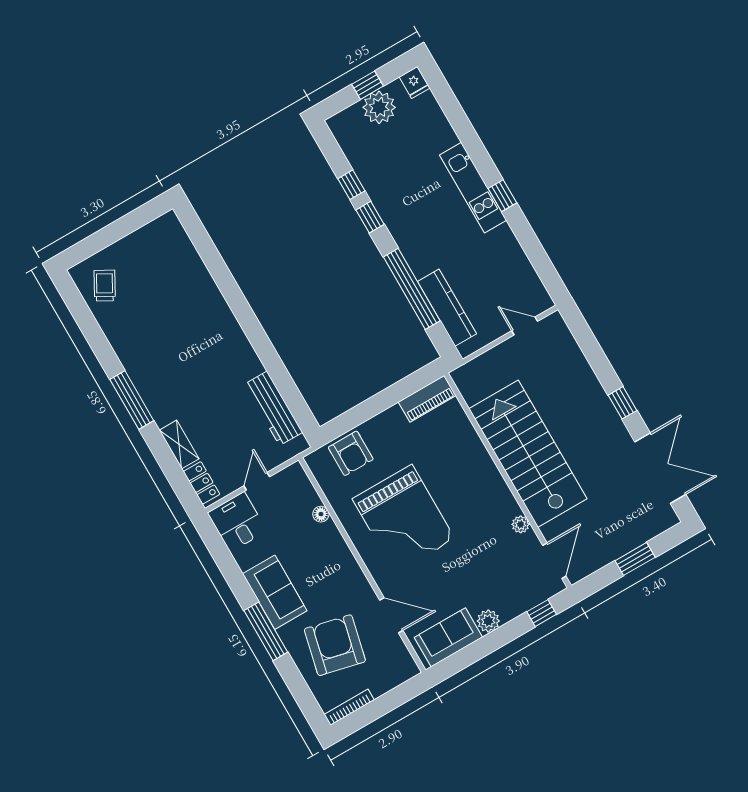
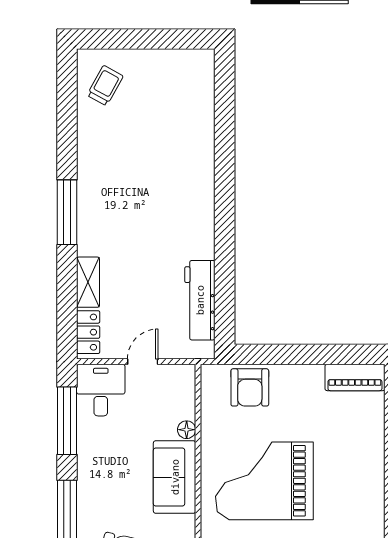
grand piano: (404, 519) -> (264, 481), turned 90
window: (225, 561) -> (67, 421), added
sofa: (275, 592) -> (175, 477), moved, turned 180

